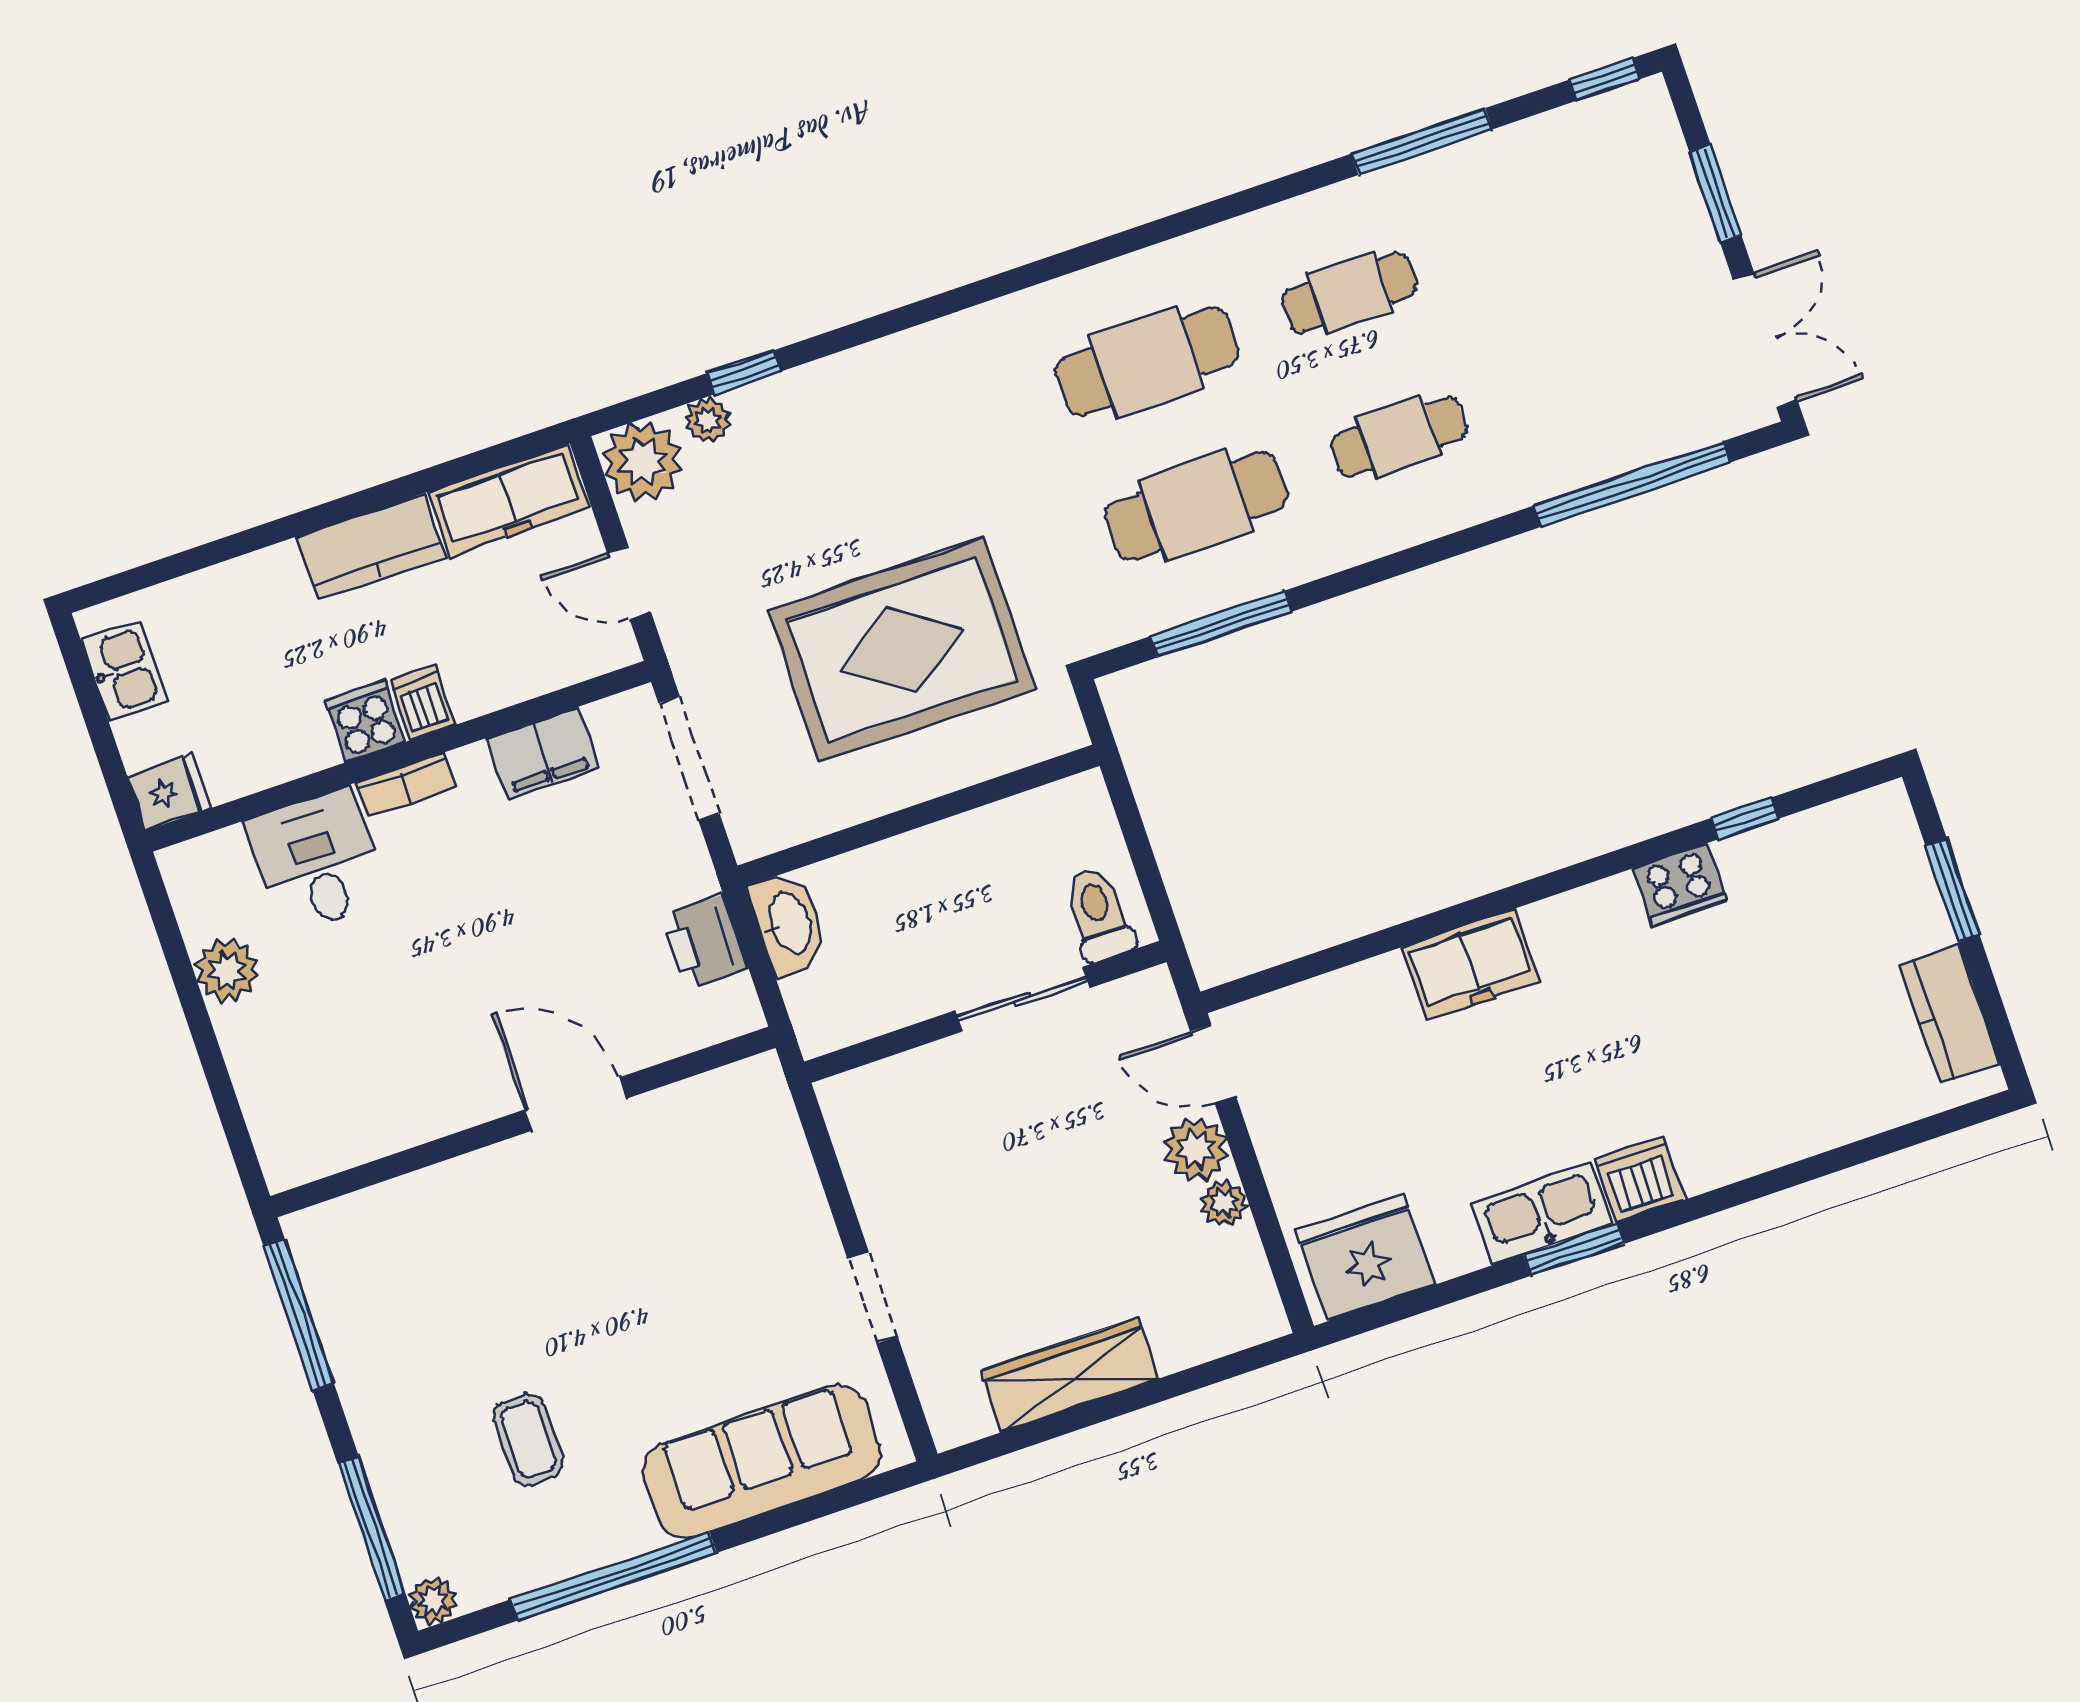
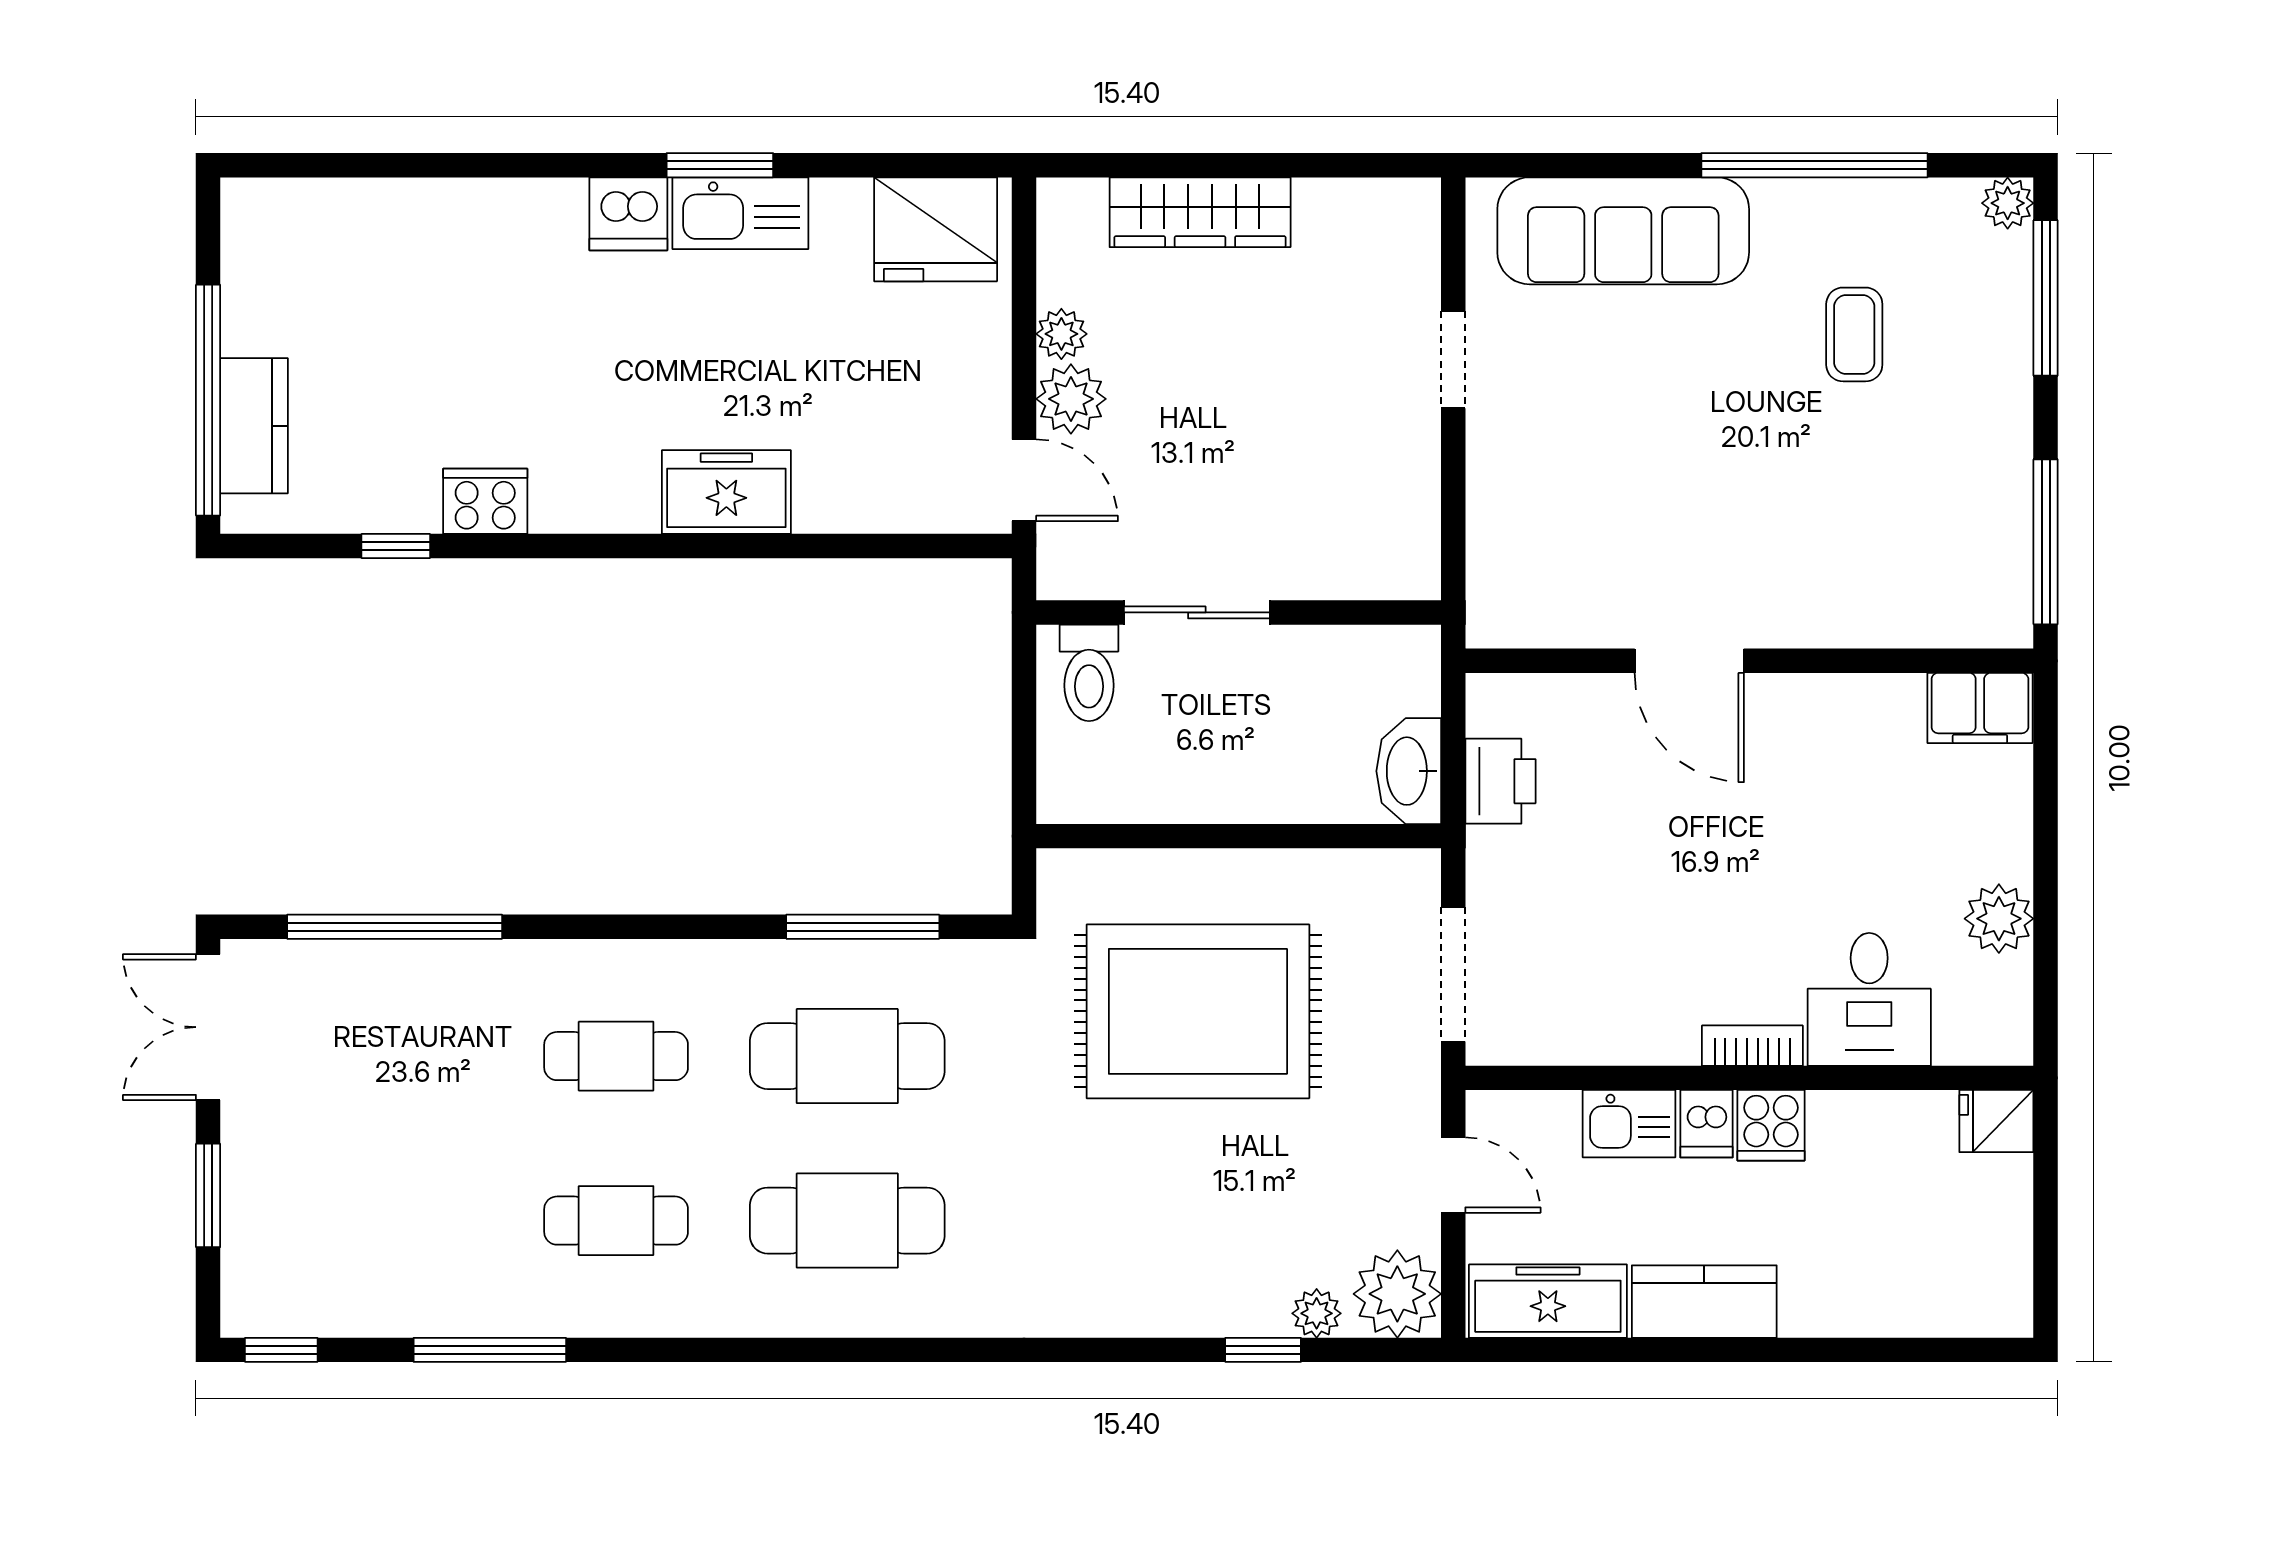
kitchen sink: (124, 671) -> (1629, 1124), moved, turned -90
filing cabinet: (543, 753) -> (1980, 708), moved, turned 180
window: (1953, 890) -> (208, 400), width x2.11
kitchen counter: (1950, 1014) -> (254, 426), moved
wardrobe: (1070, 1375) -> (1200, 212), moved

